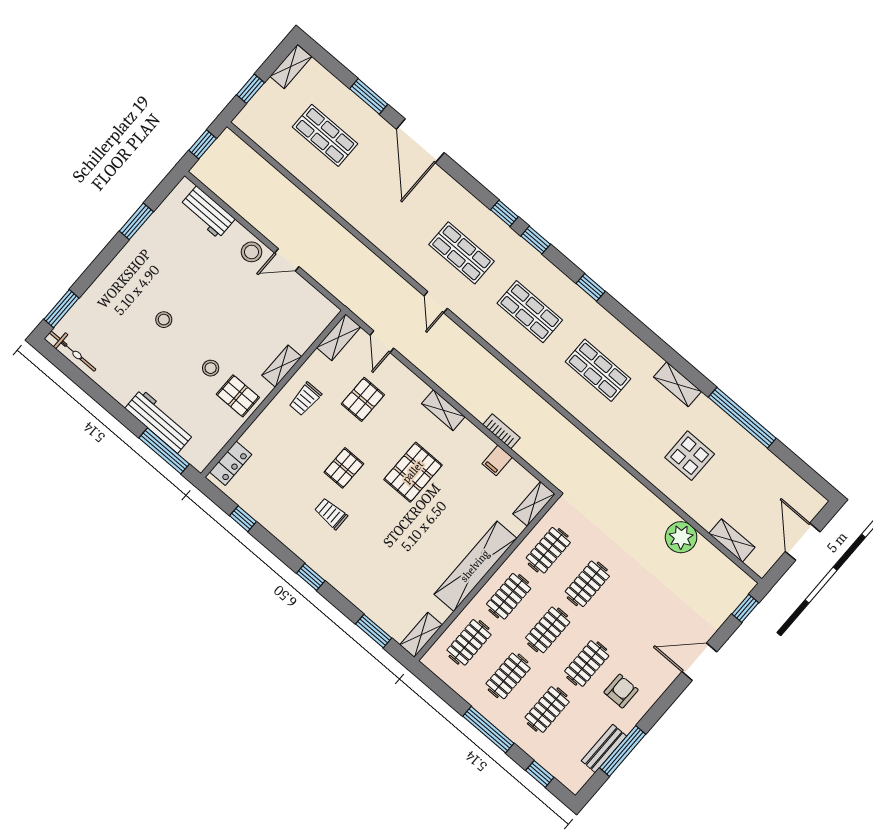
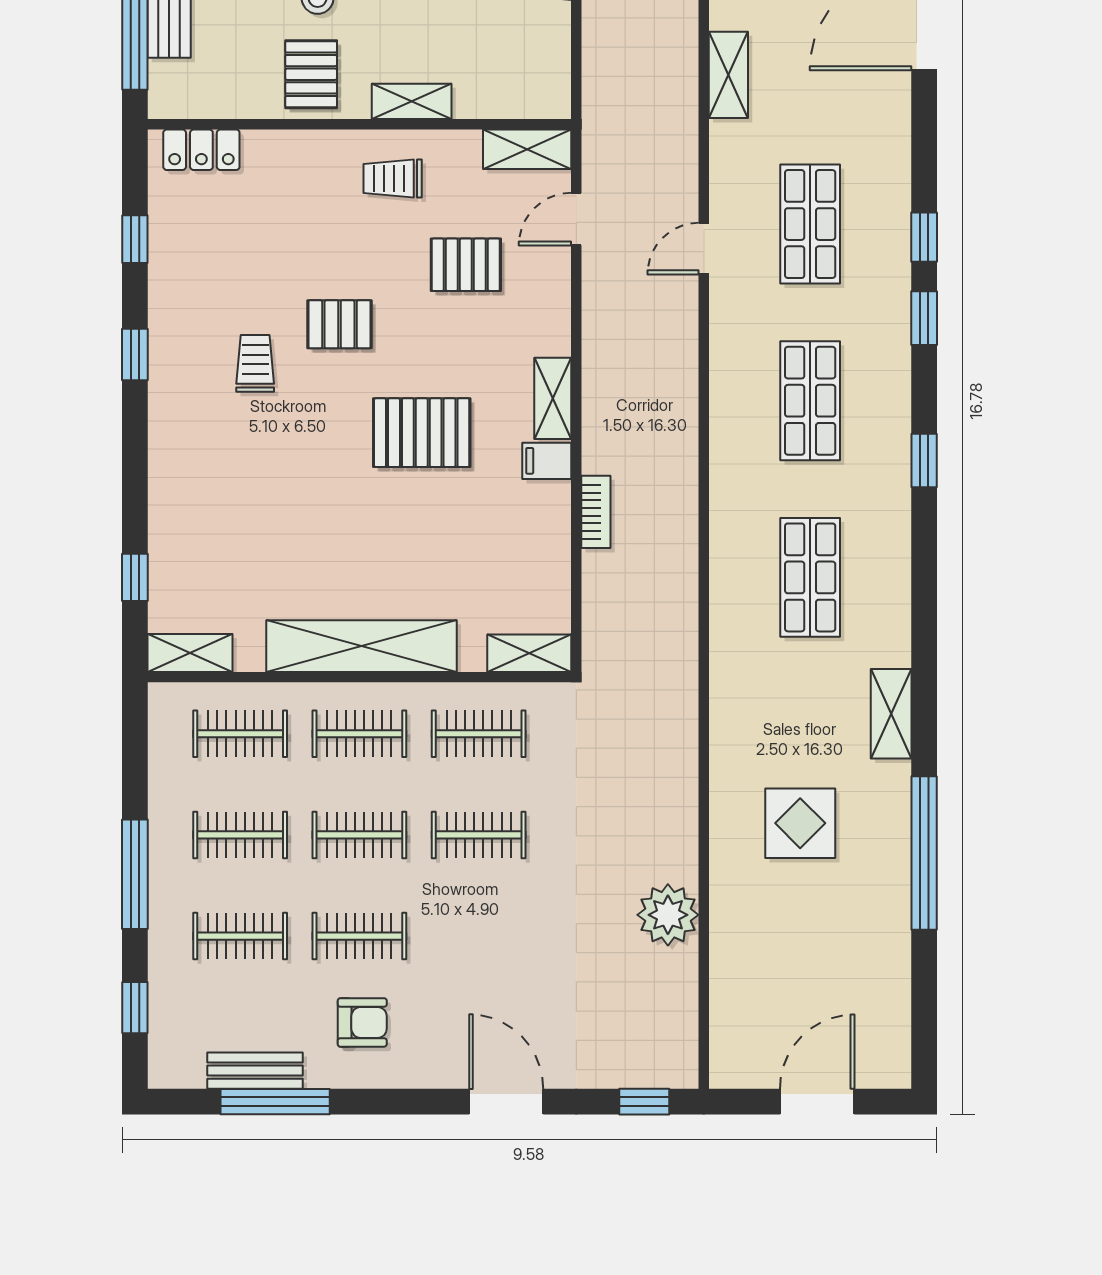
filing cabinet: (497, 460) -> (547, 461), moved
shelving: (732, 540) -> (728, 75), moved
window: (311, 577) -> (135, 355), moved
window: (374, 631) -> (135, 577), width x0.67

